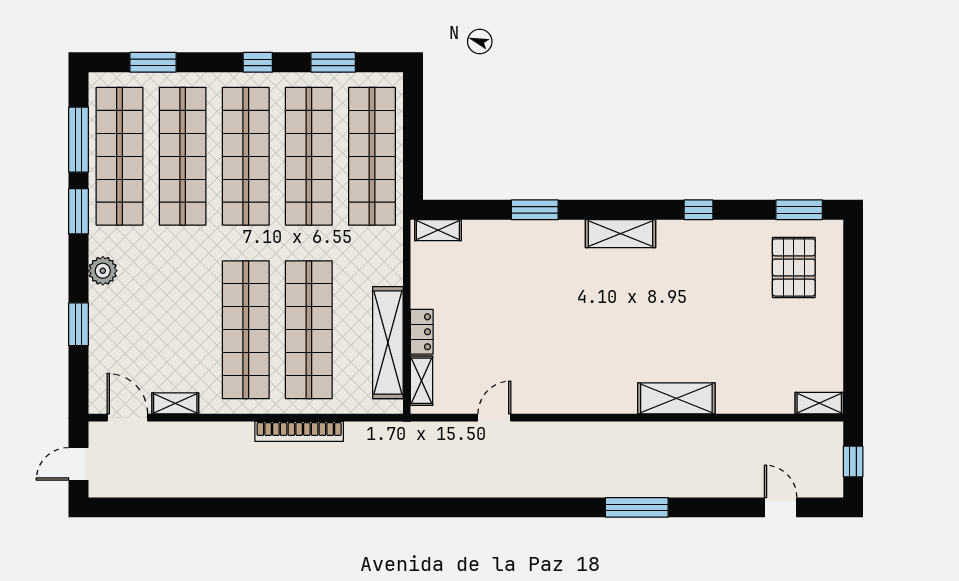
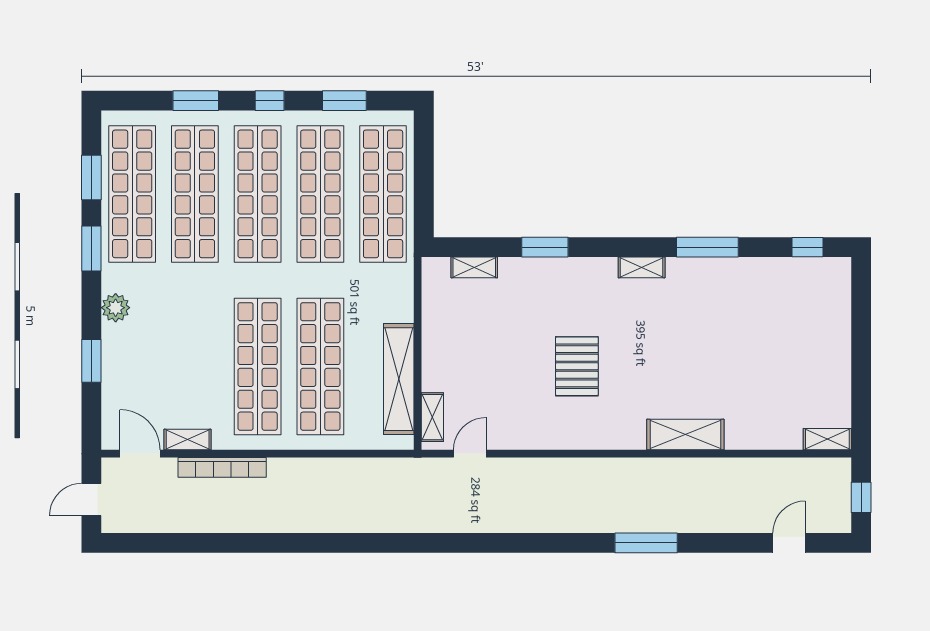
window: (153, 62) -> (196, 101), moved
window: (79, 140) -> (91, 178), width x0.69
window: (698, 210) -> (707, 247), width x2.17
window: (799, 210) -> (808, 247), width x0.67
shelving: (438, 230) -> (474, 267), moved
shelving: (620, 234) -> (642, 267), width x0.67, depth x0.75
pallet: (794, 267) -> (577, 366), moved
locker: (422, 332) -> (433, 368), removed
door: (494, 418) -> (470, 454), moved
bookcase: (299, 431) -> (222, 467), moved
door: (781, 507) -> (789, 543), hinge flipped

